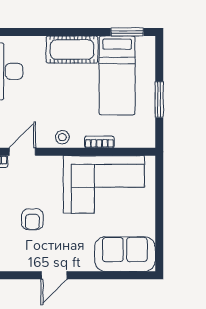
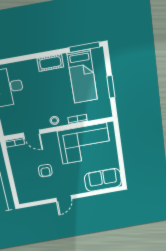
window: (127, 32) -> (84, 47), width x1.44
cot: (72, 49) -> (50, 63), width x0.73, depth x0.75
door: (22, 152) -> (32, 133), swing flipped

